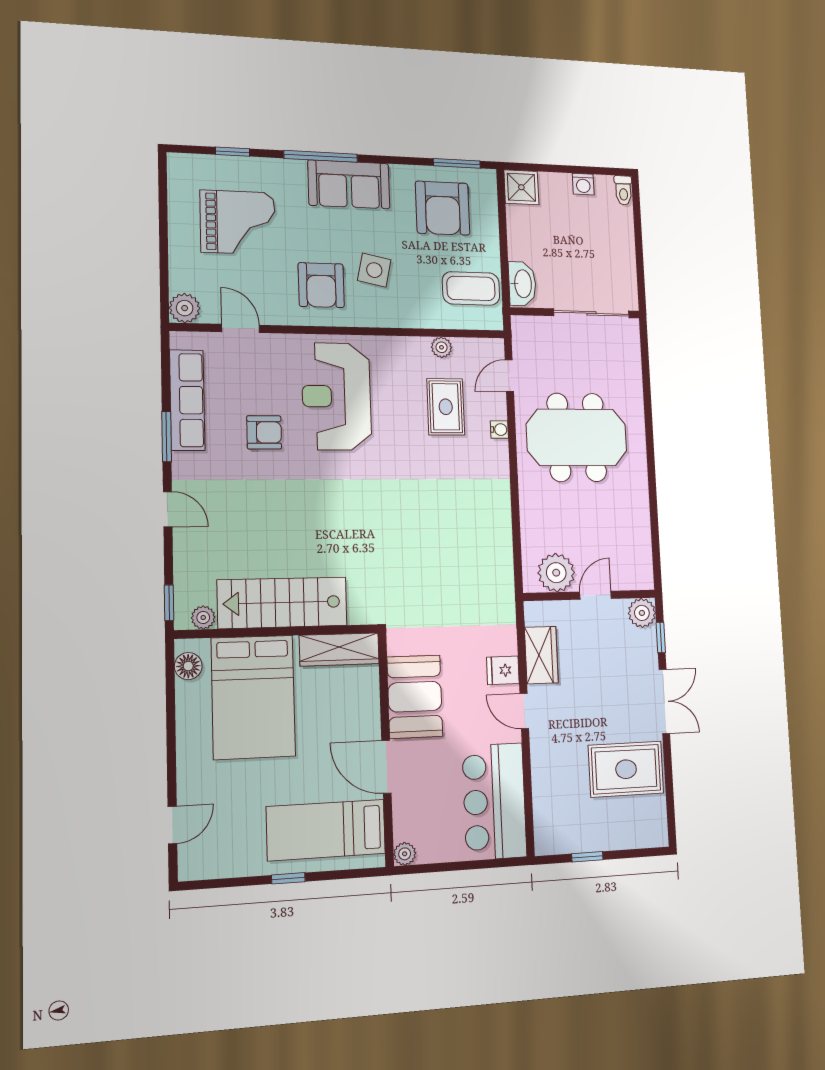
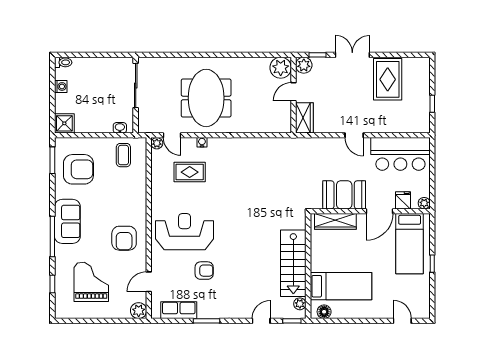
side table: (374, 270) -> (115, 209), removed
washbasin: (522, 284) -> (120, 128), width x0.52, depth x0.69
armchair: (321, 285) -> (124, 238), turned 90
coffee table: (471, 288) -> (123, 155), width x0.73, depth x0.77
plant: (442, 347) -> (157, 143), moved
reception desk: (337, 396) -> (185, 232), turned 180
row of seats: (187, 400) -> (179, 310), width x0.68
armchair: (264, 432) -> (204, 271), turned 90
door: (168, 509) -> (261, 321), moved
plant: (556, 573) -> (281, 68), moved
door: (595, 595) -> (293, 92), hinge flipped
wardrobe: (339, 649) -> (335, 221), moved, turned 90
wardrobe: (541, 655) -> (304, 118), moved, turned 90
fridge: (503, 670) -> (403, 200), moved, turned 180
bed: (253, 697) -> (341, 286), width x0.67
door: (524, 711) -> (354, 135), hinge flipped

